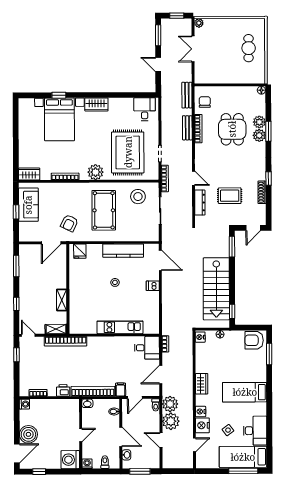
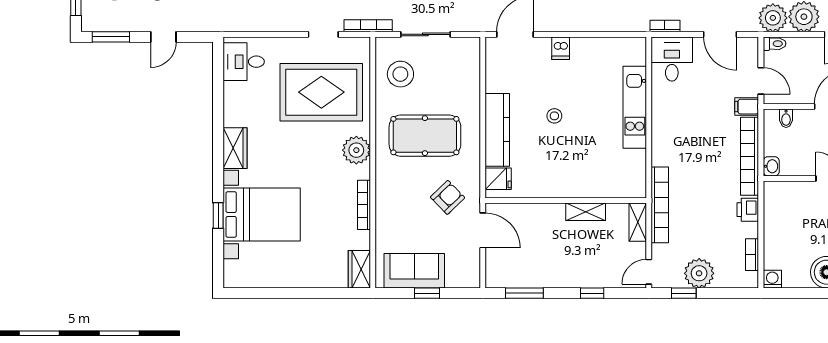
armchair: (69, 223) -> (448, 197), turned -70
kitchen counter: (123, 251) -> (497, 130), moved
plant: (28, 363) -> (699, 273), added

